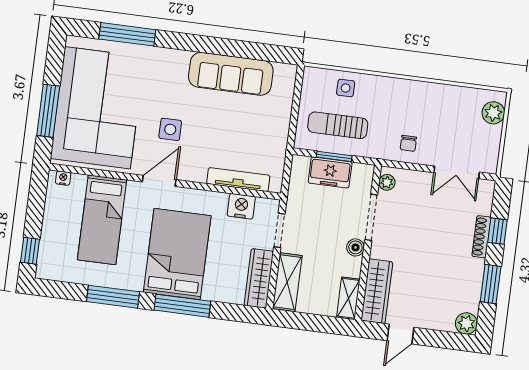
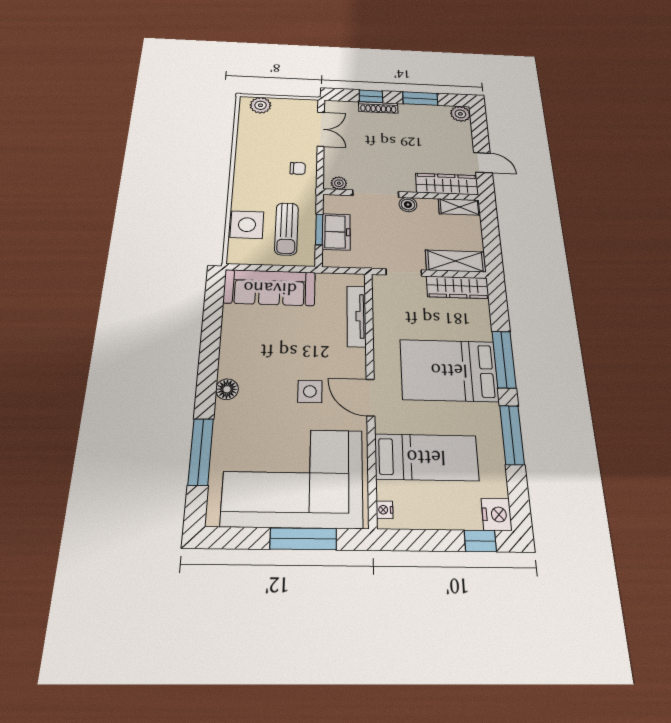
floor lamp: (180, 59) -> (227, 389), added
sofa: (231, 74) -> (270, 288), moved, turned 90
side table: (346, 88) -> (247, 225), width x1.87, depth x1.87
nightstand: (241, 206) -> (497, 514), moved, turned 180

